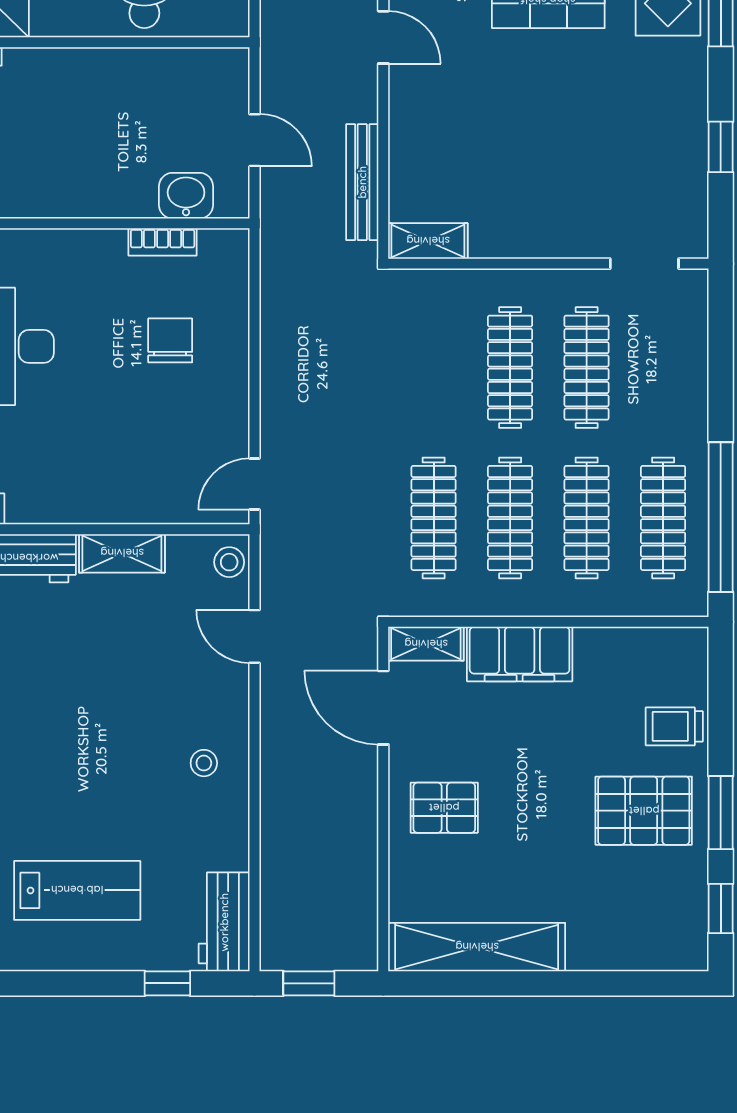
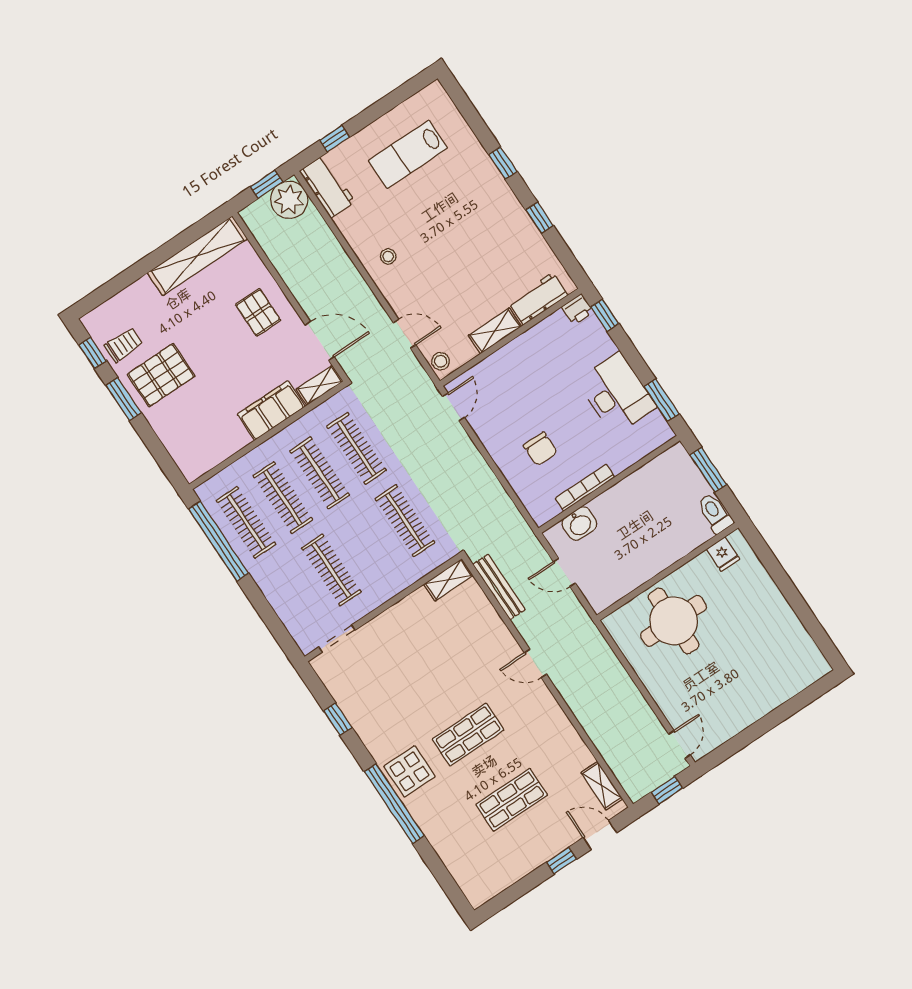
bookcase: (163, 242) -> (585, 488), width x1.56
clothes rail: (510, 368) -> (405, 521), moved
trolley: (674, 726) -> (124, 345), moved
pallet: (444, 808) -> (258, 312), turned 90
plant: (291, 939) -> (289, 200), added

